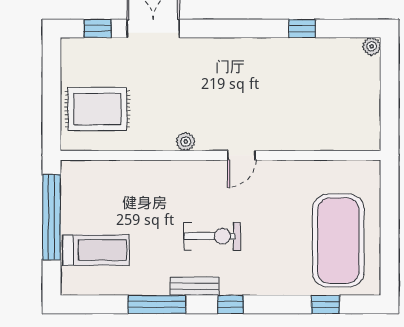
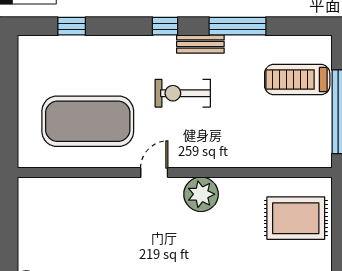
plant: (186, 142) -> (201, 194), width x1.87, depth x1.87
exercise mat: (338, 241) -> (88, 121), moved, turned 90

